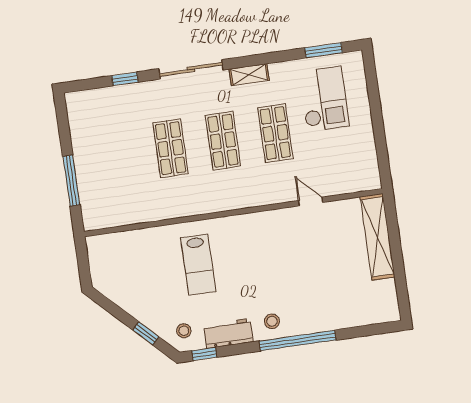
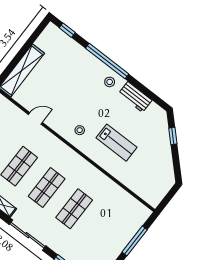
door: (310, 201) -> (35, 118), swing flipped
lab bench: (198, 265) -> (117, 143), turned 90
stool: (184, 331) -> (80, 130), moved
window: (204, 354) -> (67, 30), moved

